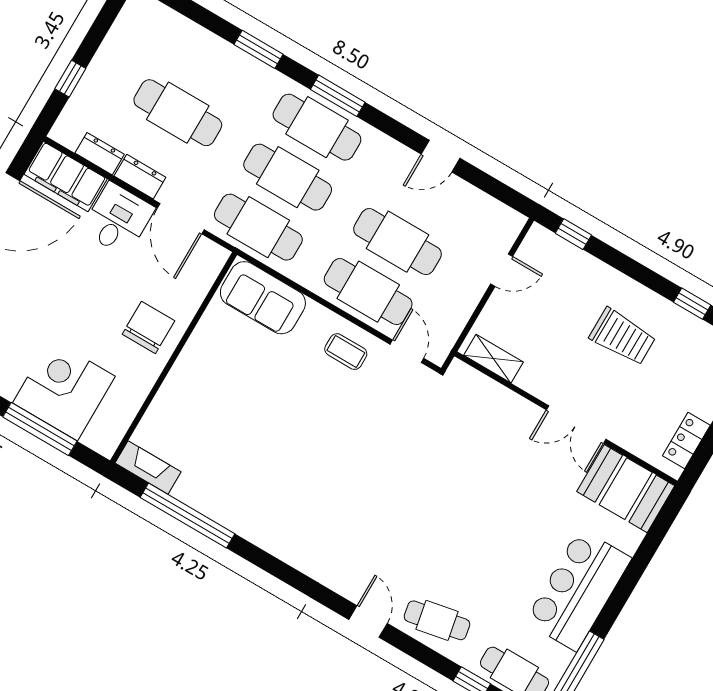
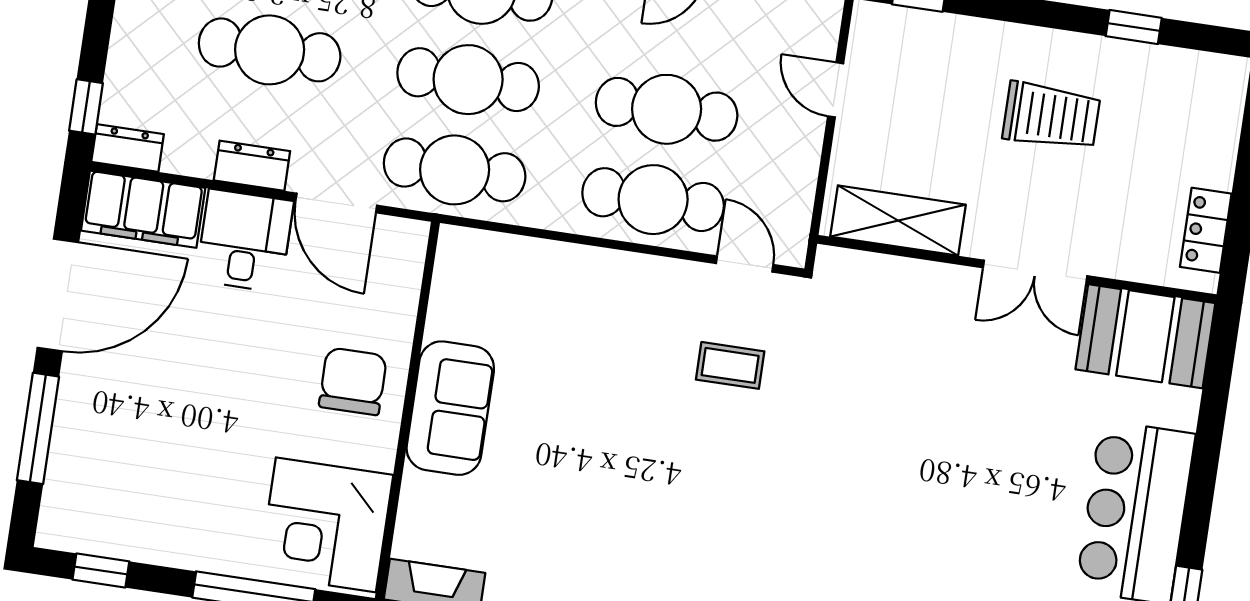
window: (70, 79) -> (86, 107), moved
dresser: (100, 154) -> (128, 148), moved
door: (502, 270) -> (836, 90), swing flipped
sofa: (263, 298) -> (450, 408), moved, turned -90
coffee table: (346, 352) -> (730, 365), moved
shelving: (494, 359) -> (898, 221), width x1.50, depth x1.33
corner desk: (64, 390) -> (326, 525), moved, turned -90

